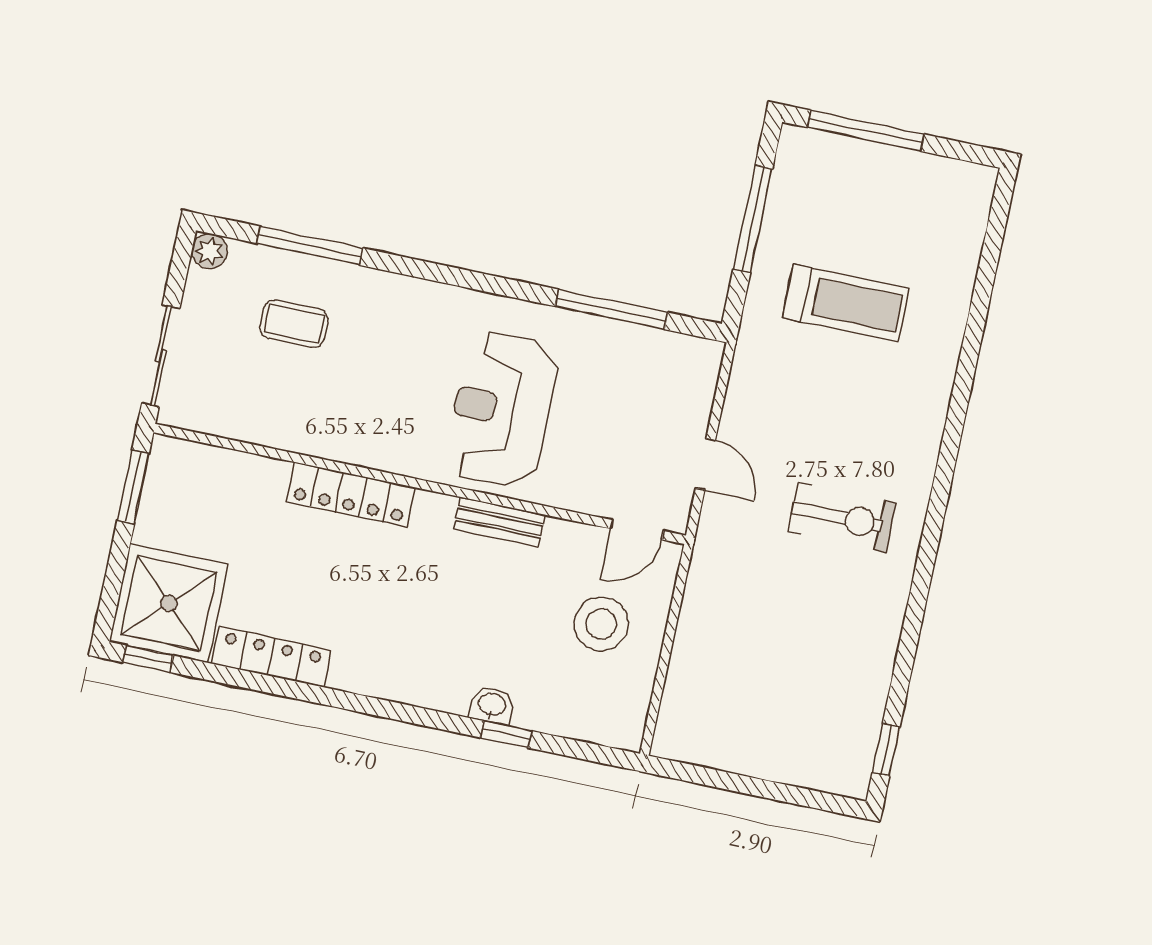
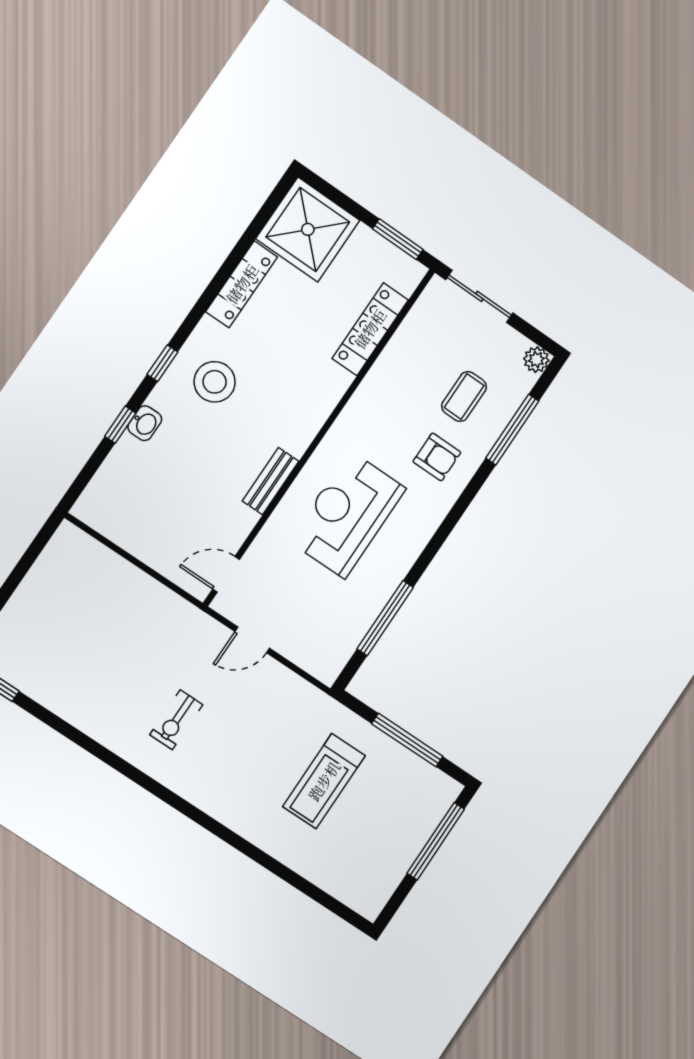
armchair: (384, 327) -> (437, 457), added
reception desk: (502, 409) -> (347, 515), turned -90
locker: (351, 495) -> (370, 329), moved
exercise bike: (842, 518) -> (176, 720), width x0.73, depth x0.72
door: (637, 530) -> (226, 574), hinge flipped
stool: (601, 624) -> (215, 382), moved
window: (148, 659) -> (162, 363), moved

